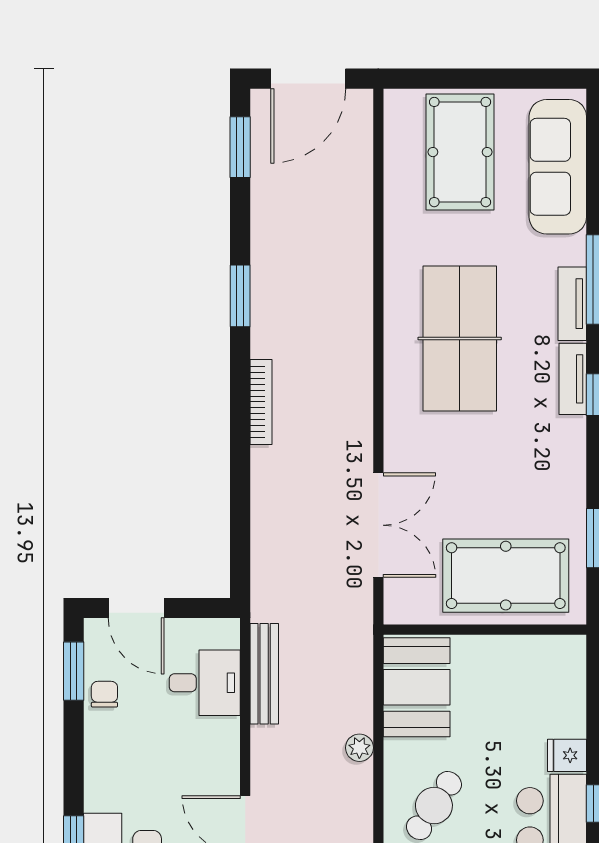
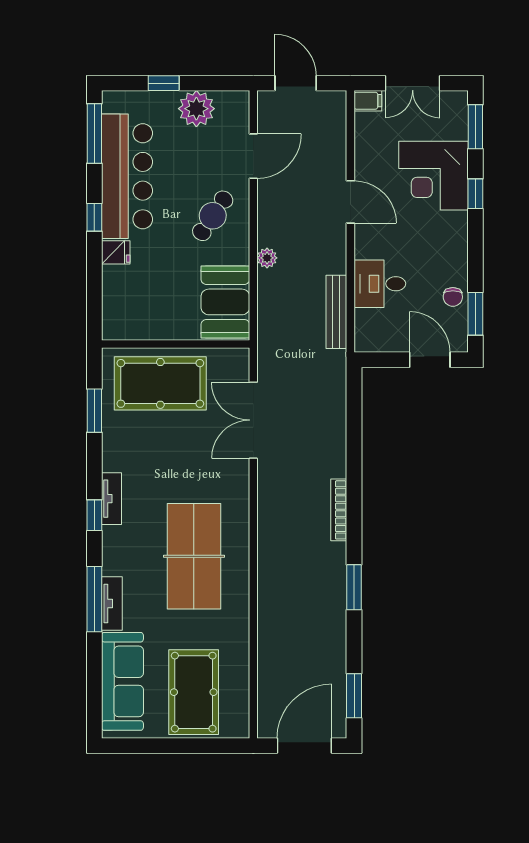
tv unit: (572, 304) -> (112, 604), moved
tv unit: (573, 379) -> (112, 499), moved
desk: (205, 683) -> (380, 284), moved

